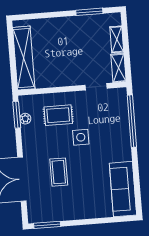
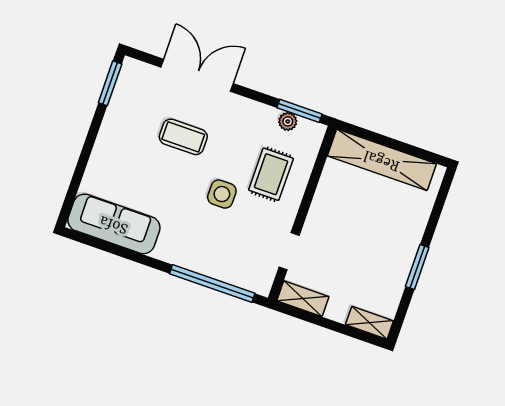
window: (89, 12) -> (417, 267), moved
shelving: (117, 39) -> (369, 323), moved

